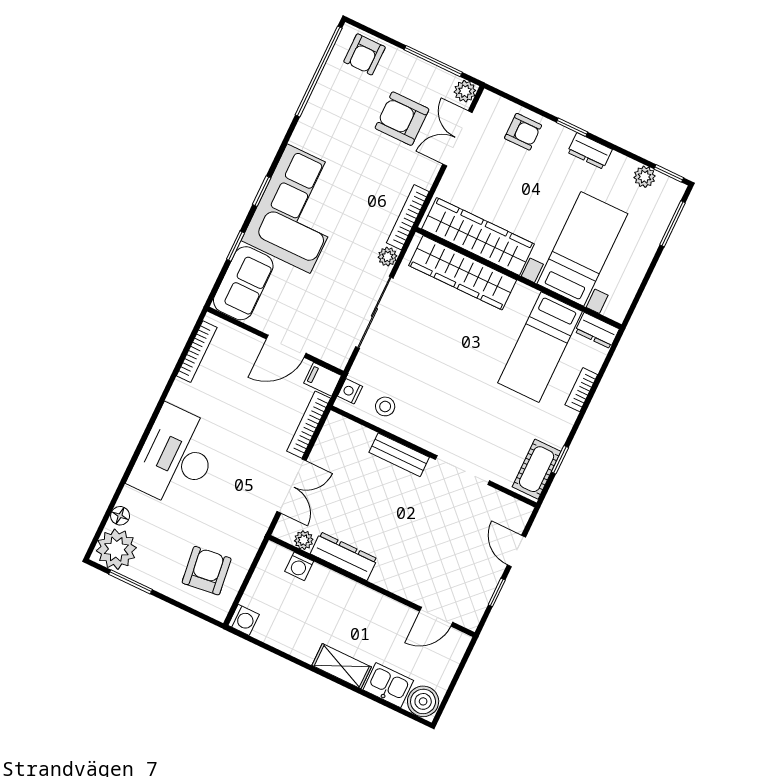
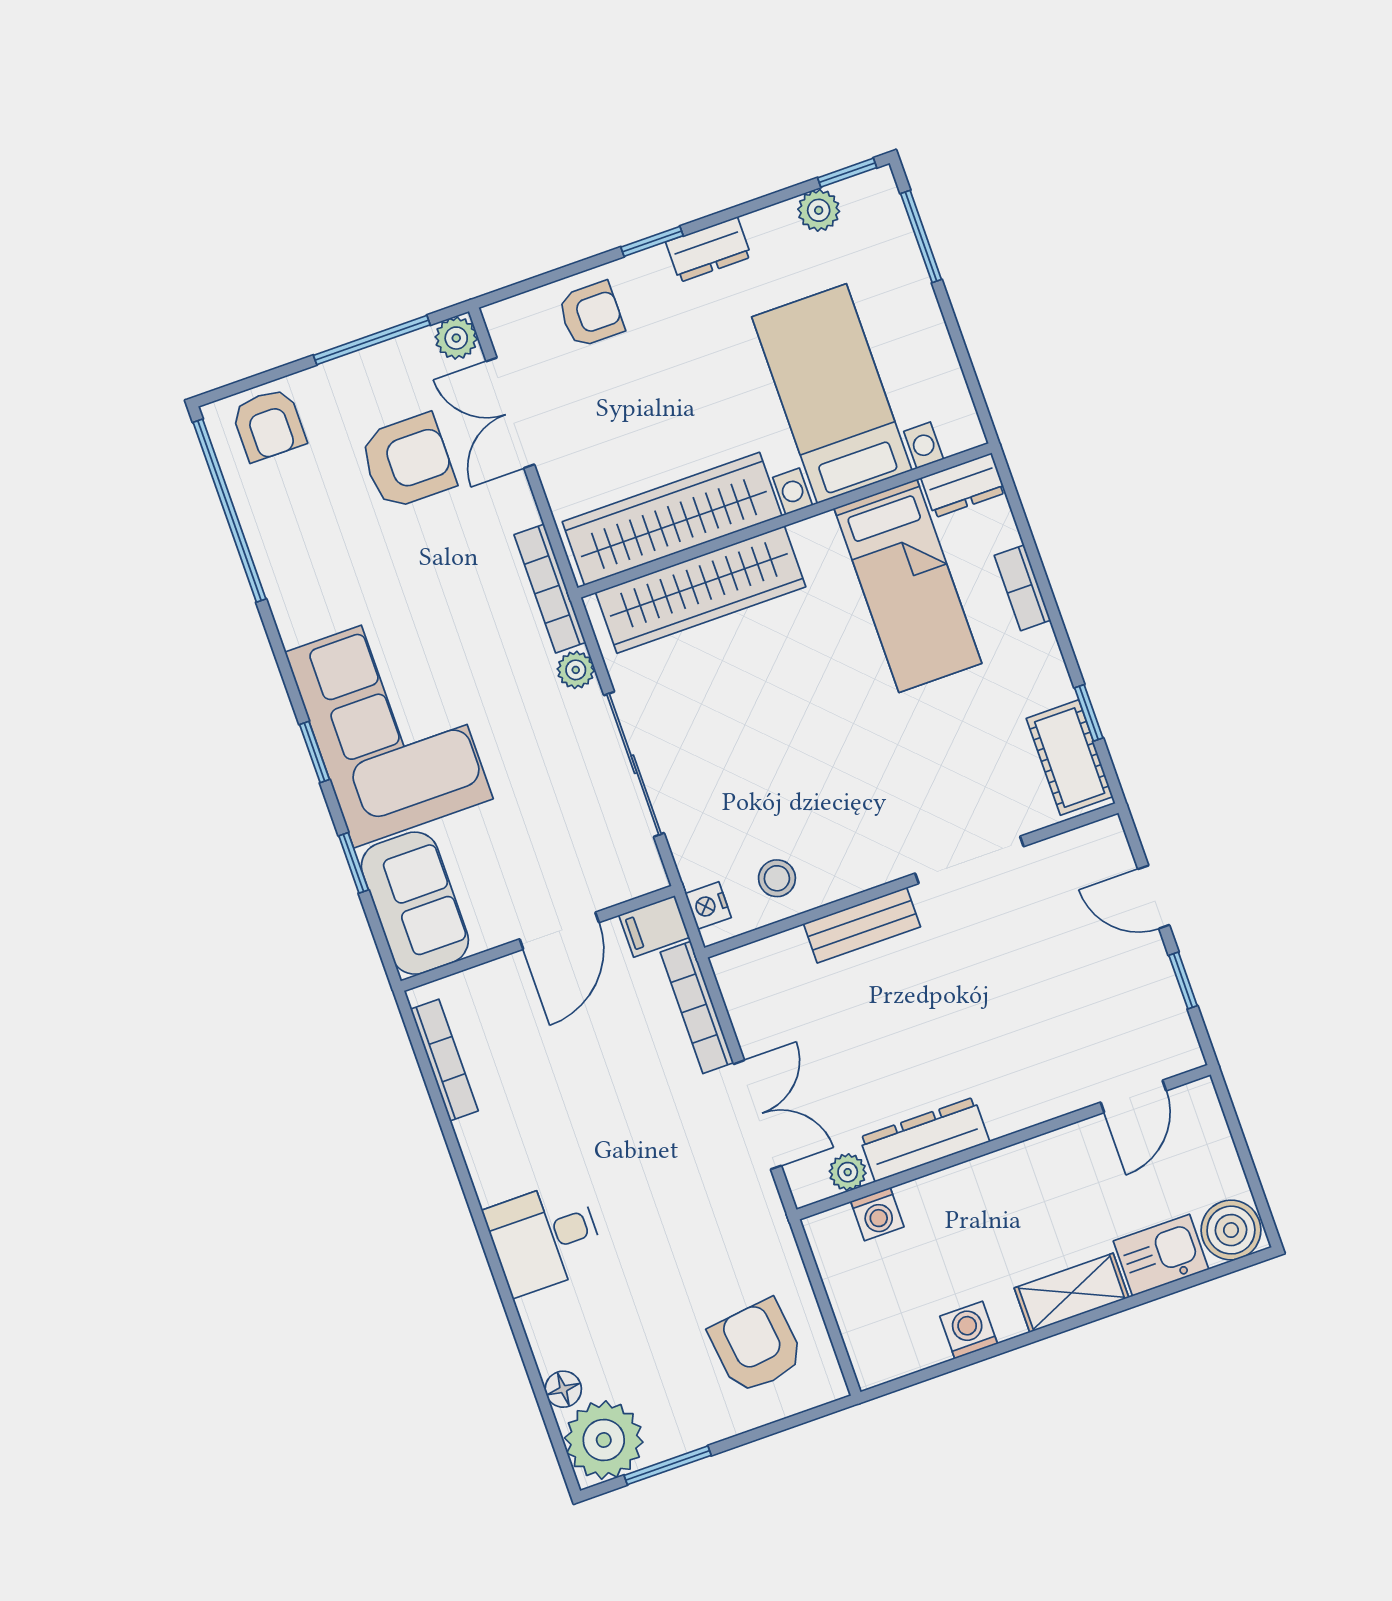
armchair: (402, 119) -> (408, 461), turned 180
desk: (176, 457) -> (545, 1238), width x0.53, depth x0.77
washing machine: (244, 620) -> (969, 1330), moved, turned -90

